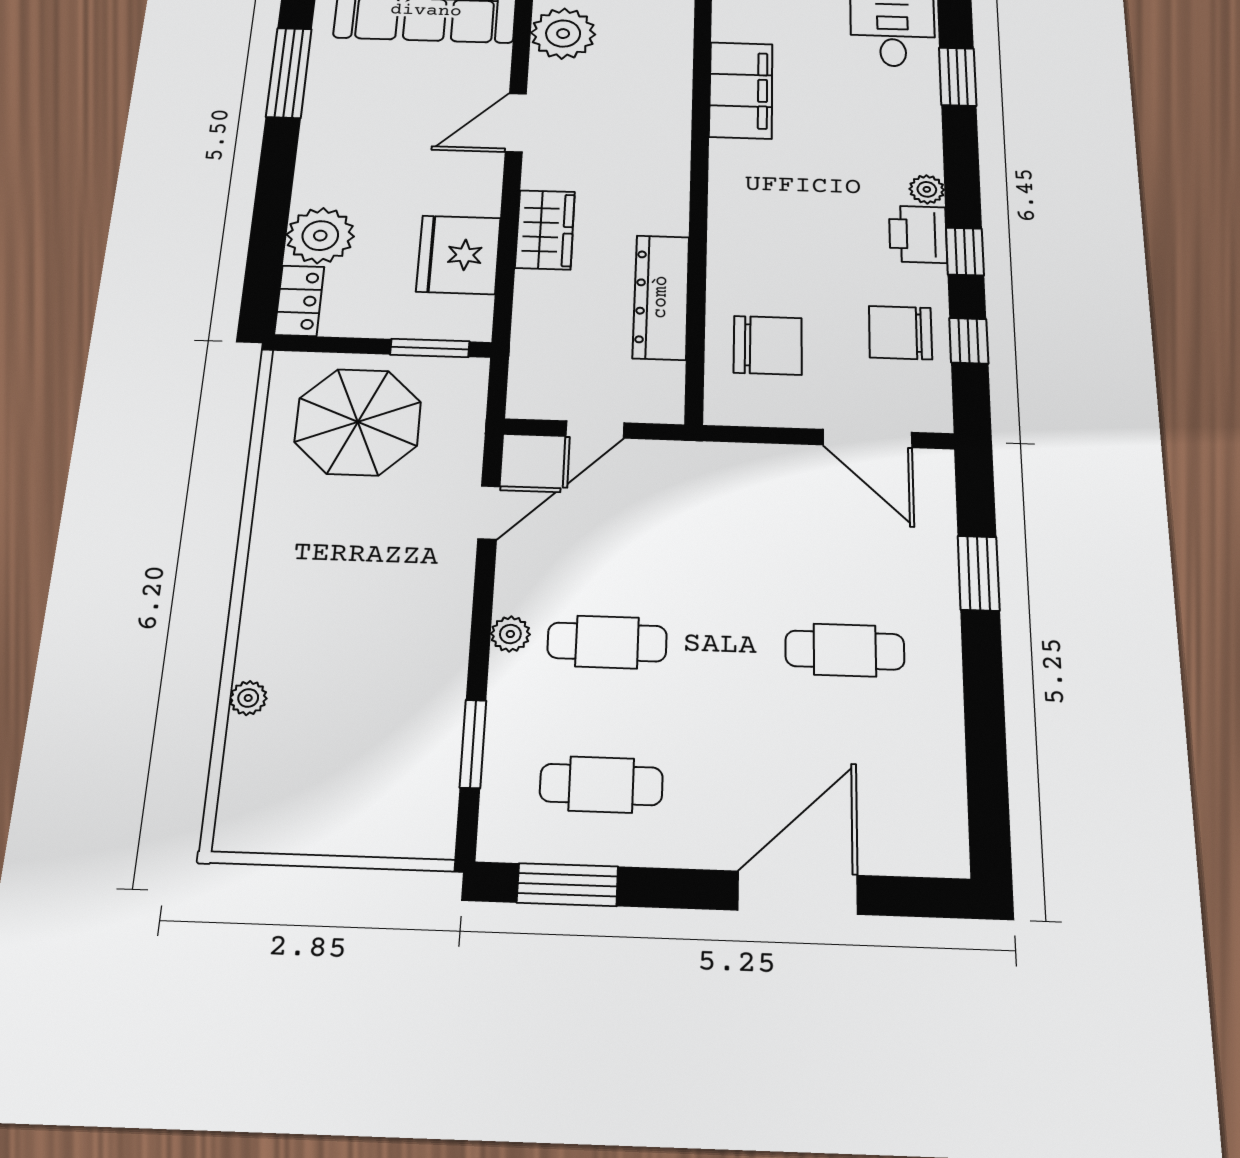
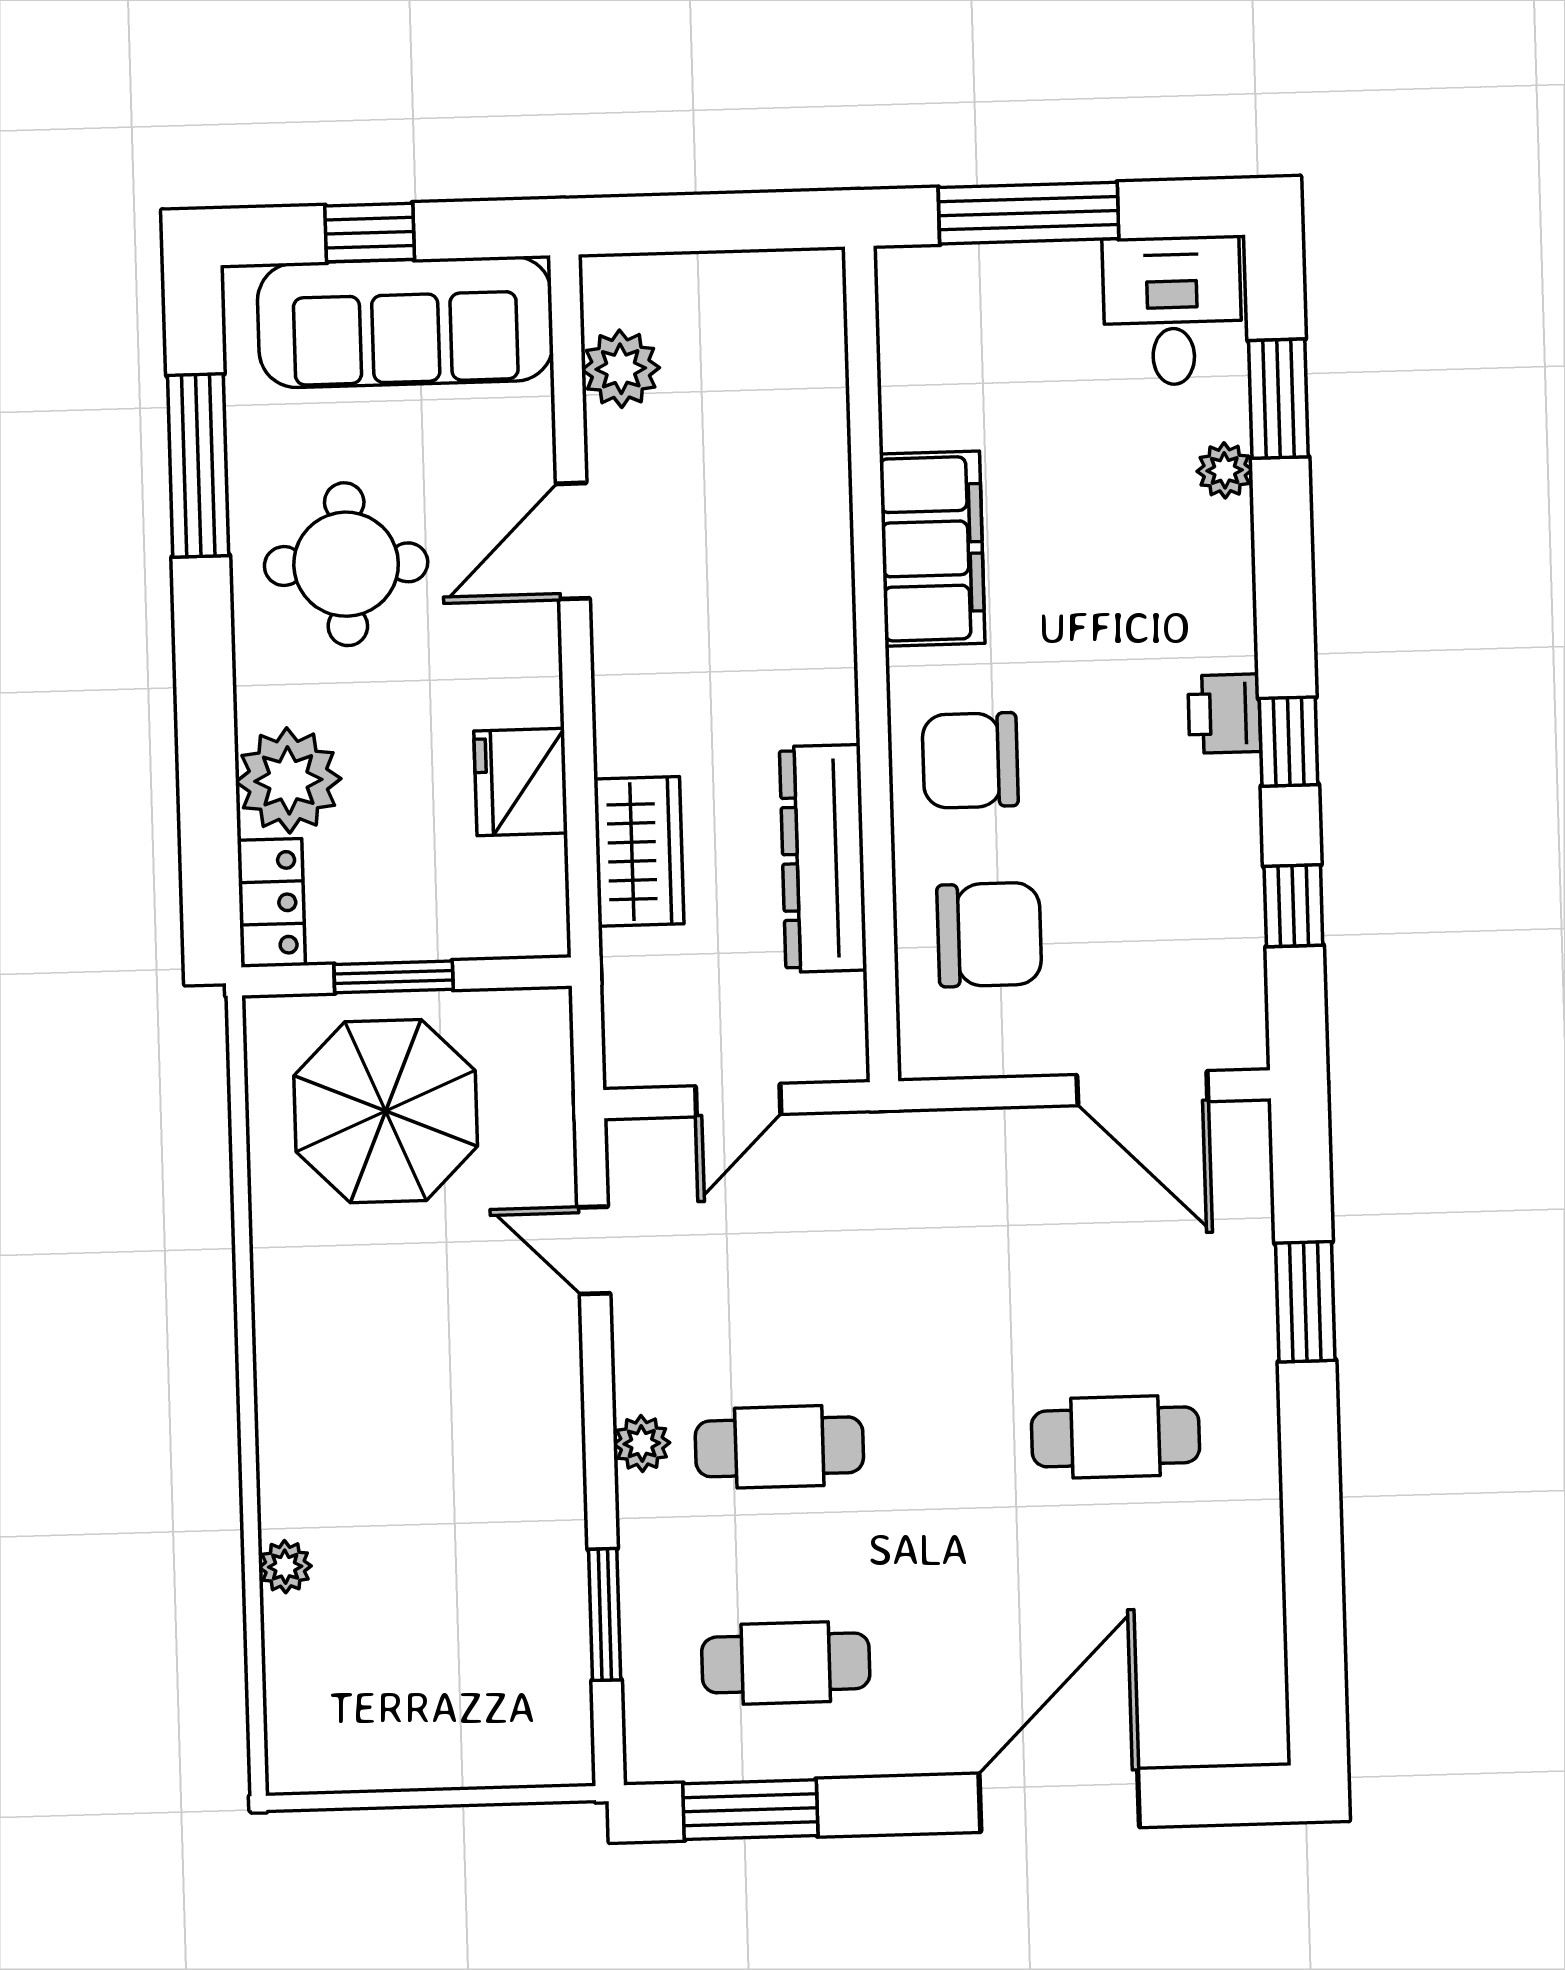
plant: (563, 34) -> (621, 369), width x0.73, depth x0.73
filing cabinet: (741, 90) -> (932, 549), moved
round table: (373, 126) -> (346, 564), added
plant: (927, 189) -> (1225, 470), moved
wardrobe: (545, 230) -> (639, 851), moved
printer: (918, 234) -> (1224, 714), width x0.73, depth x0.81
fridge: (459, 255) -> (521, 782), width x0.73, depth x0.75
chair: (900, 333) -> (970, 760), moved
window: (430, 348) -> (394, 977), moved
door: (489, 513) -> (594, 1250), swing flipped

